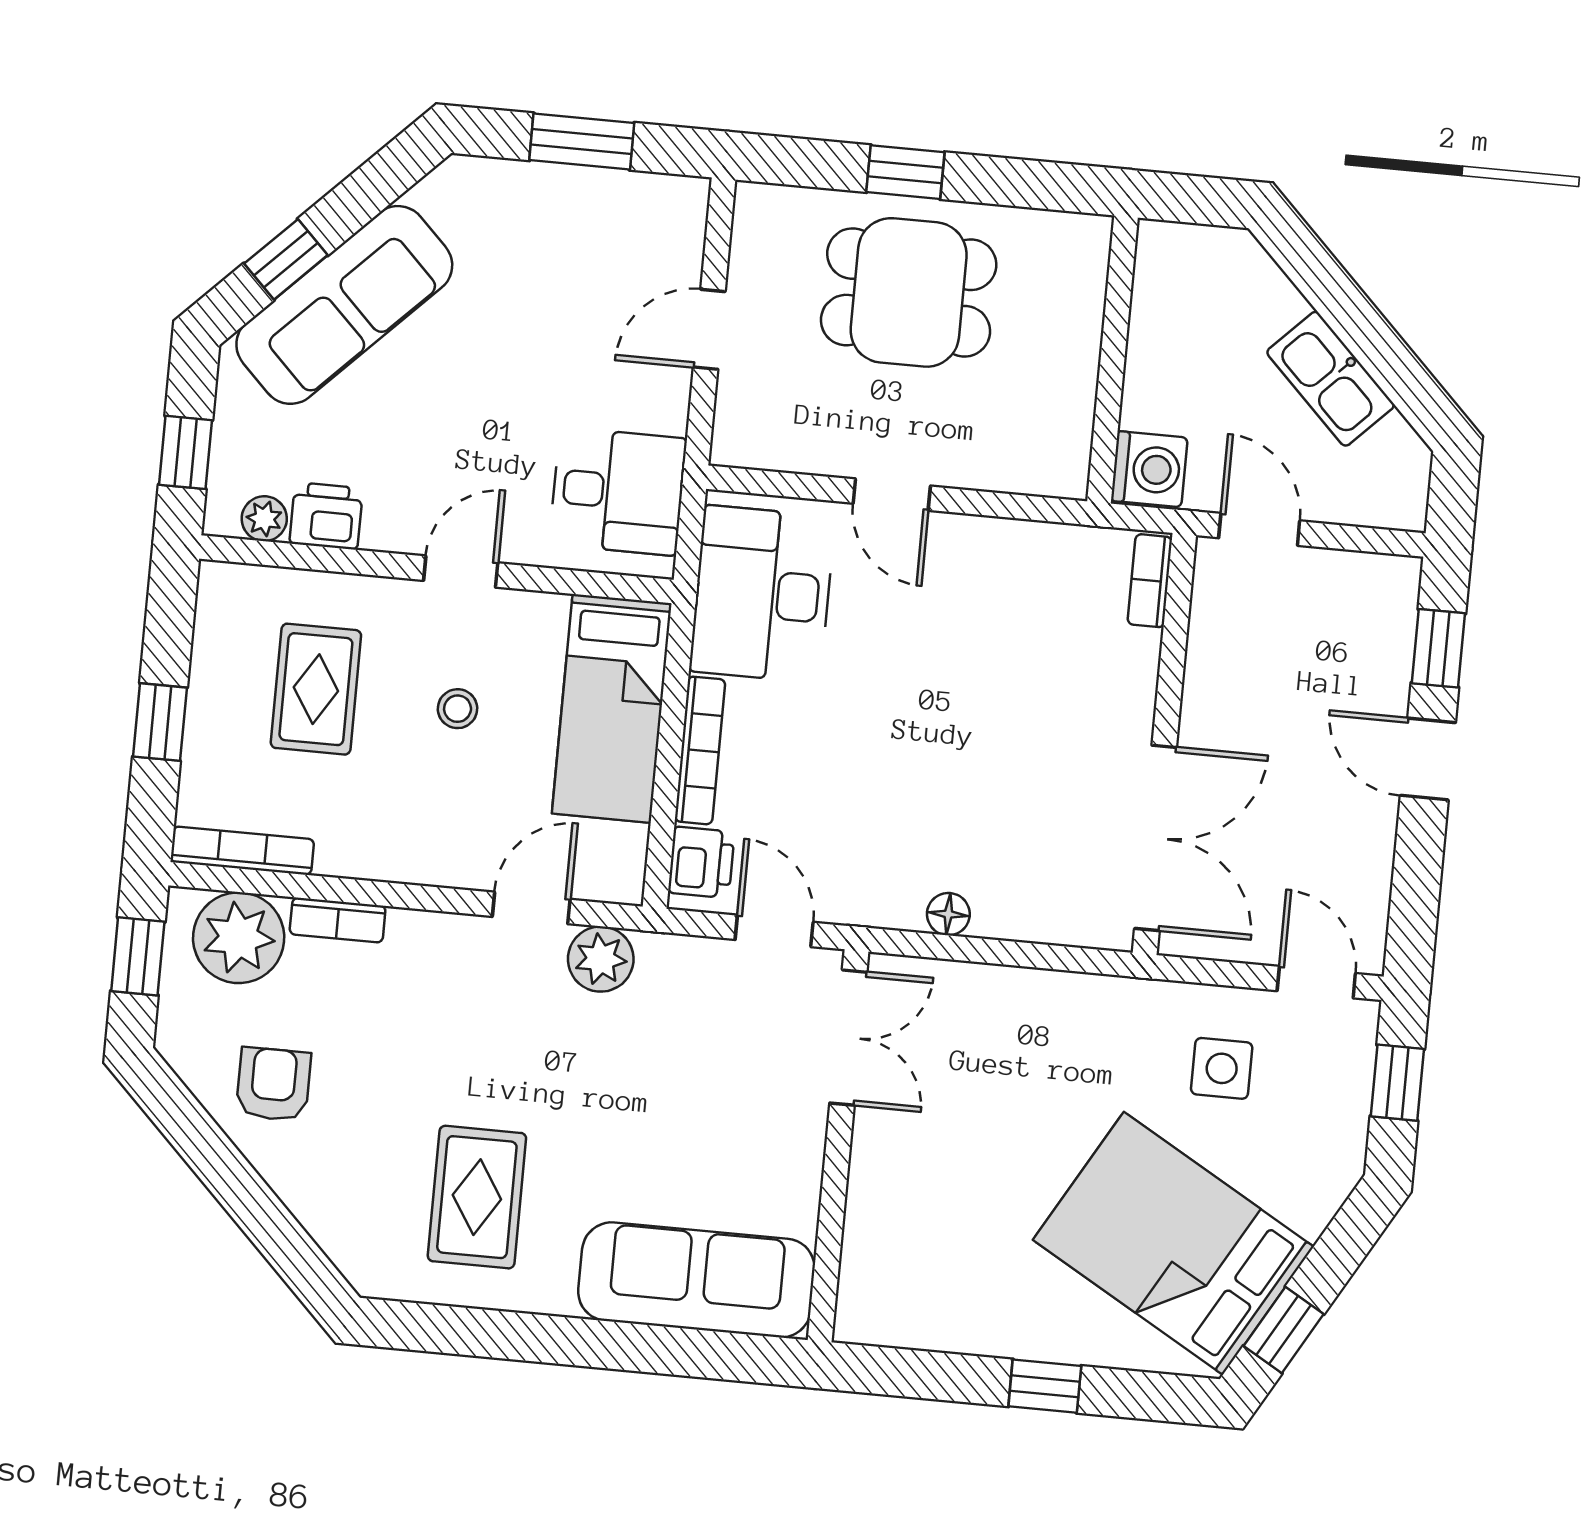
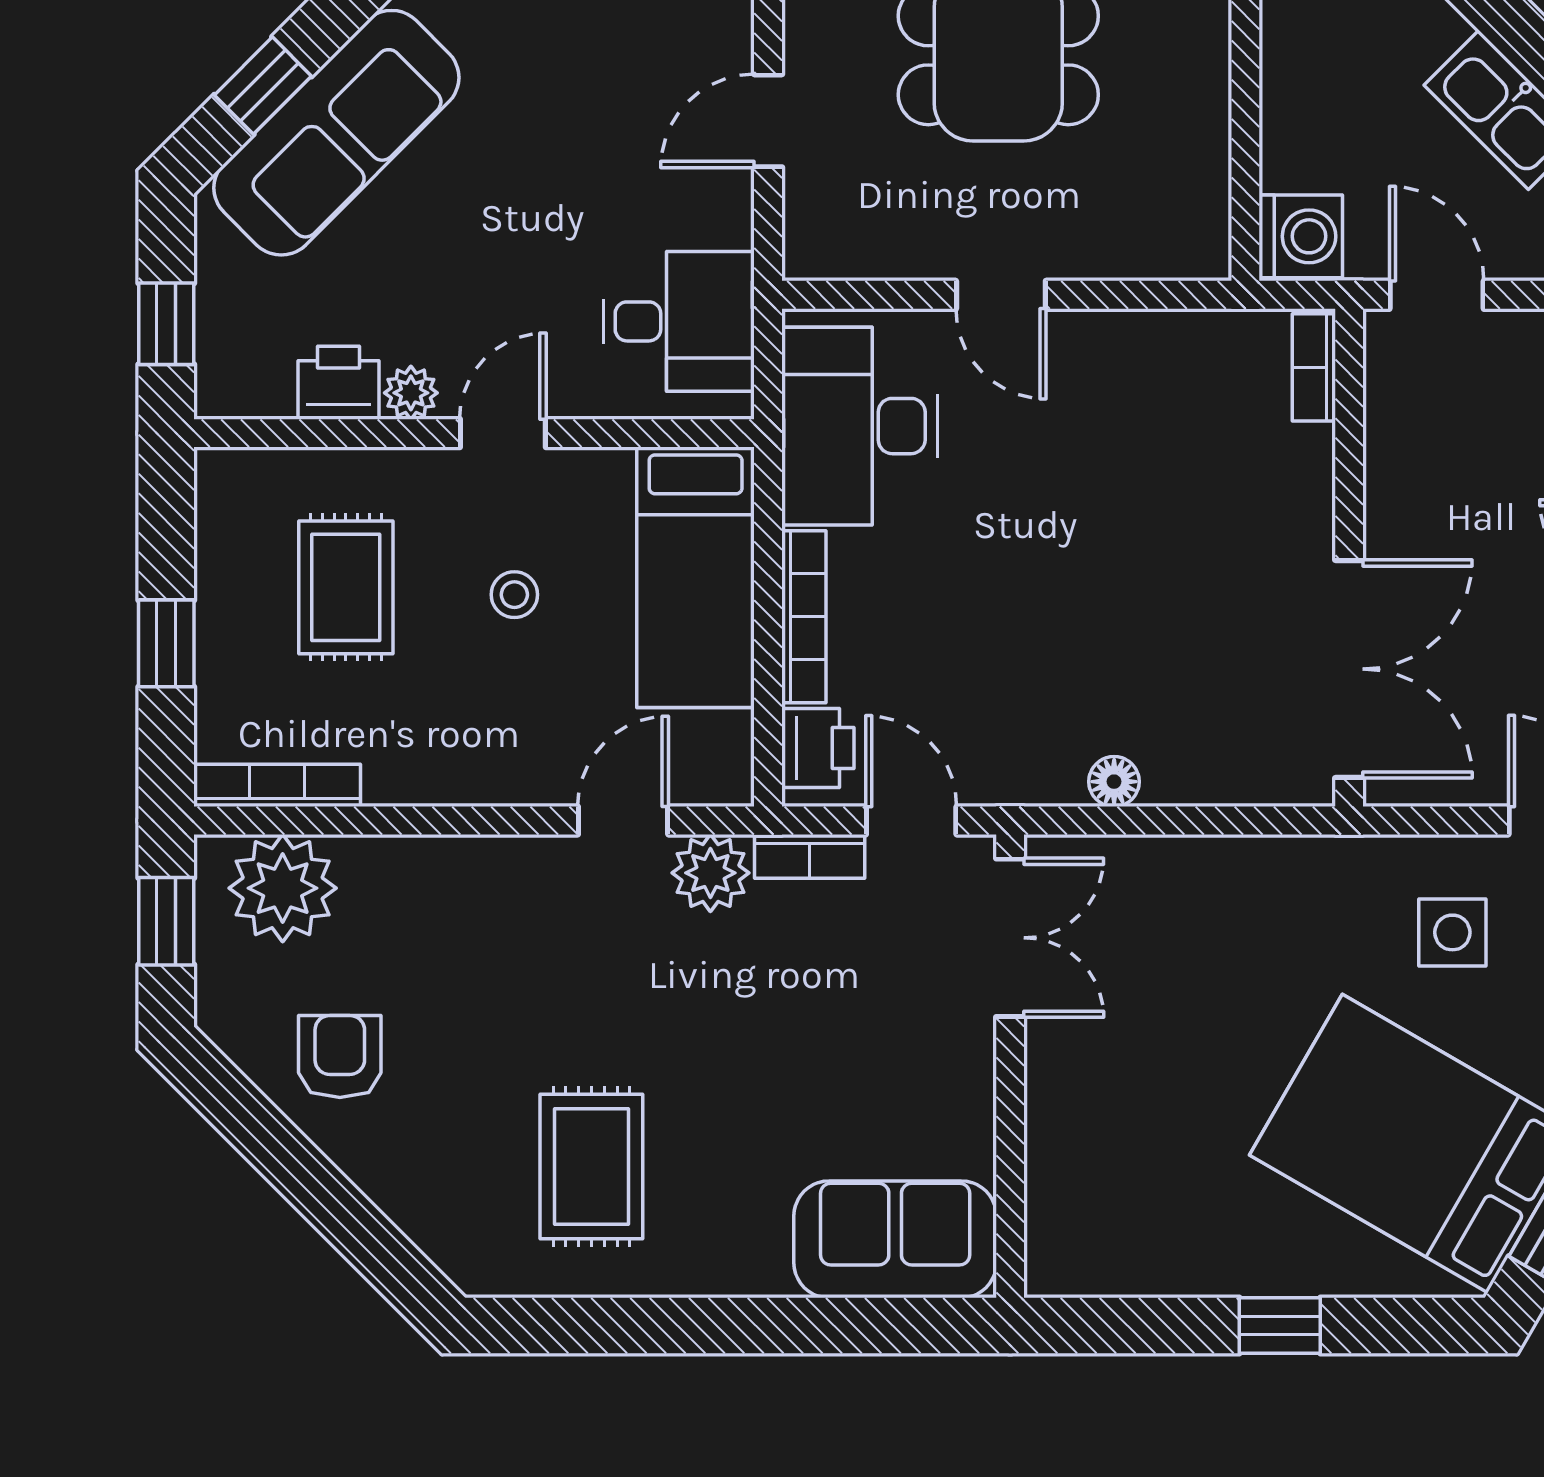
plant: (264, 519) -> (411, 393), moved
bookcase: (338, 920) -> (810, 856), moved
sofa: (696, 1280) -> (895, 1239), width x0.73

